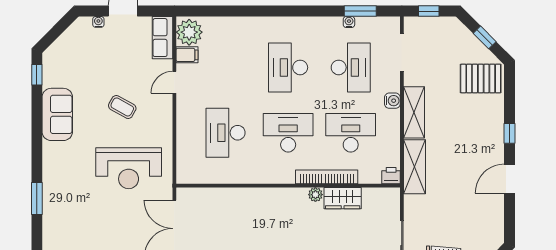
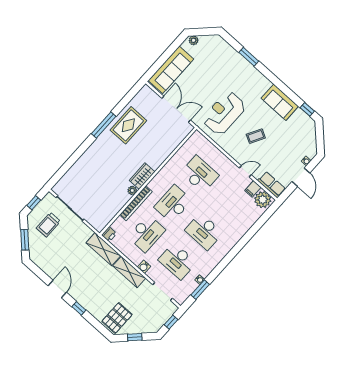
desk: (288, 67) -> (204, 231), turned 180
door: (174, 82) -> (245, 171), hinge flipped
desk: (288, 133) -> (173, 204), turned 180
wardrobe: (343, 198) -> (142, 176), moved

